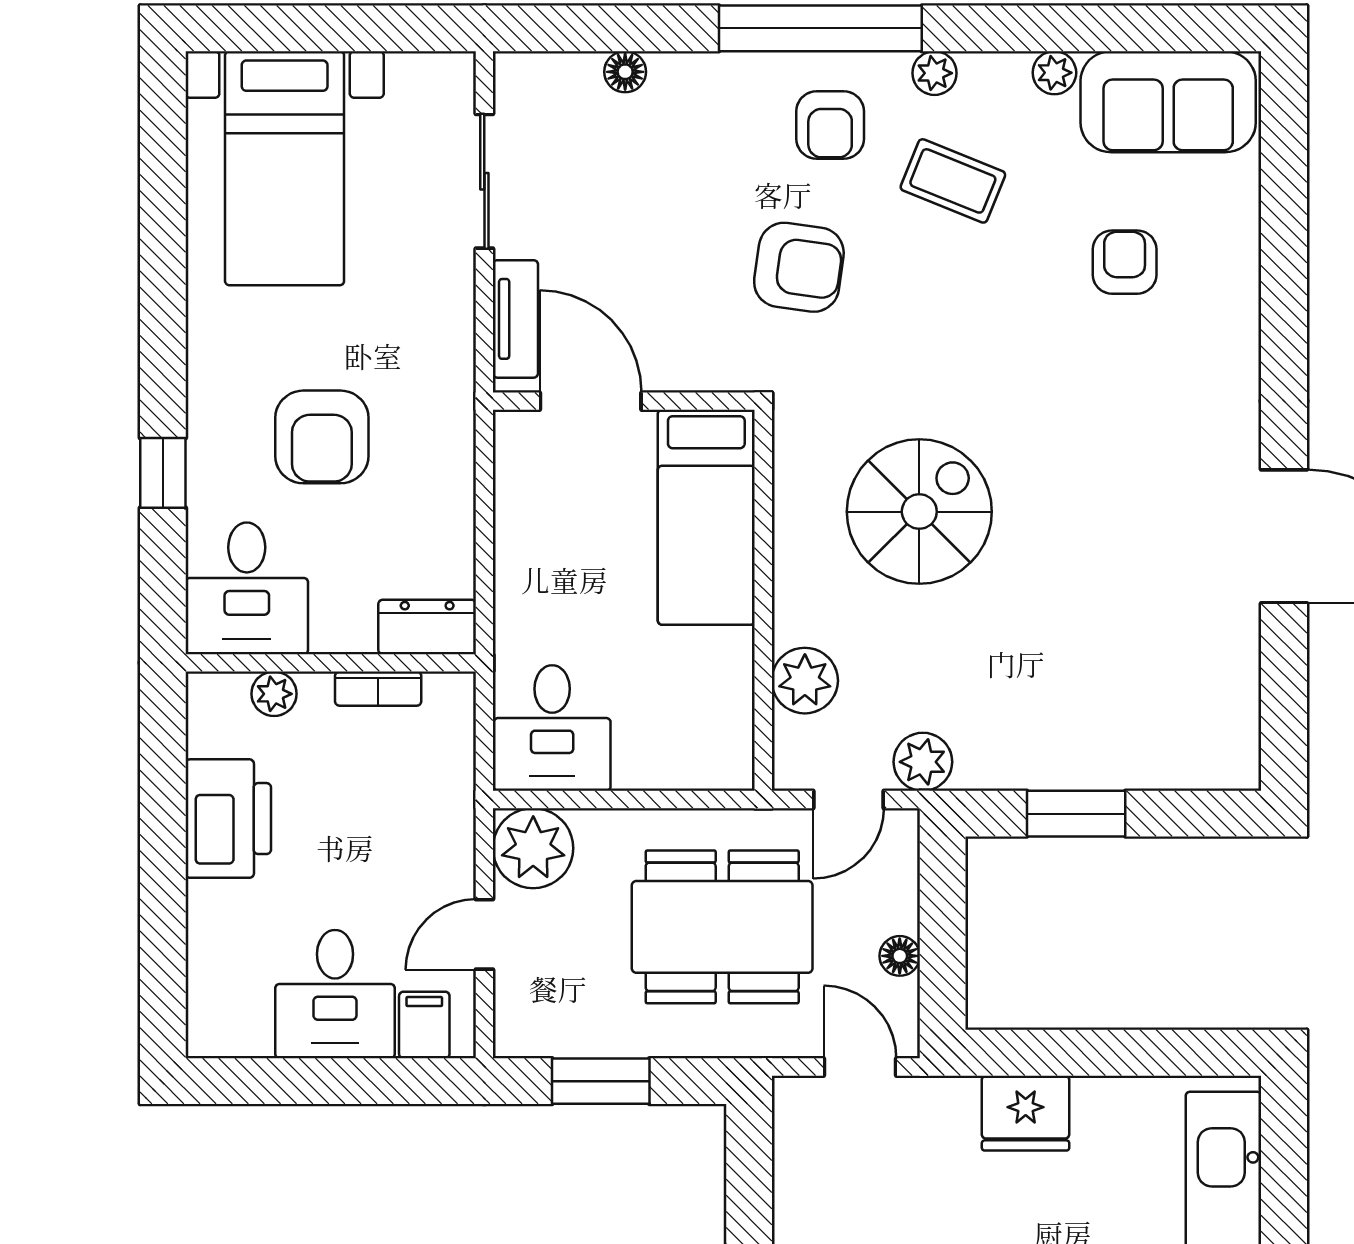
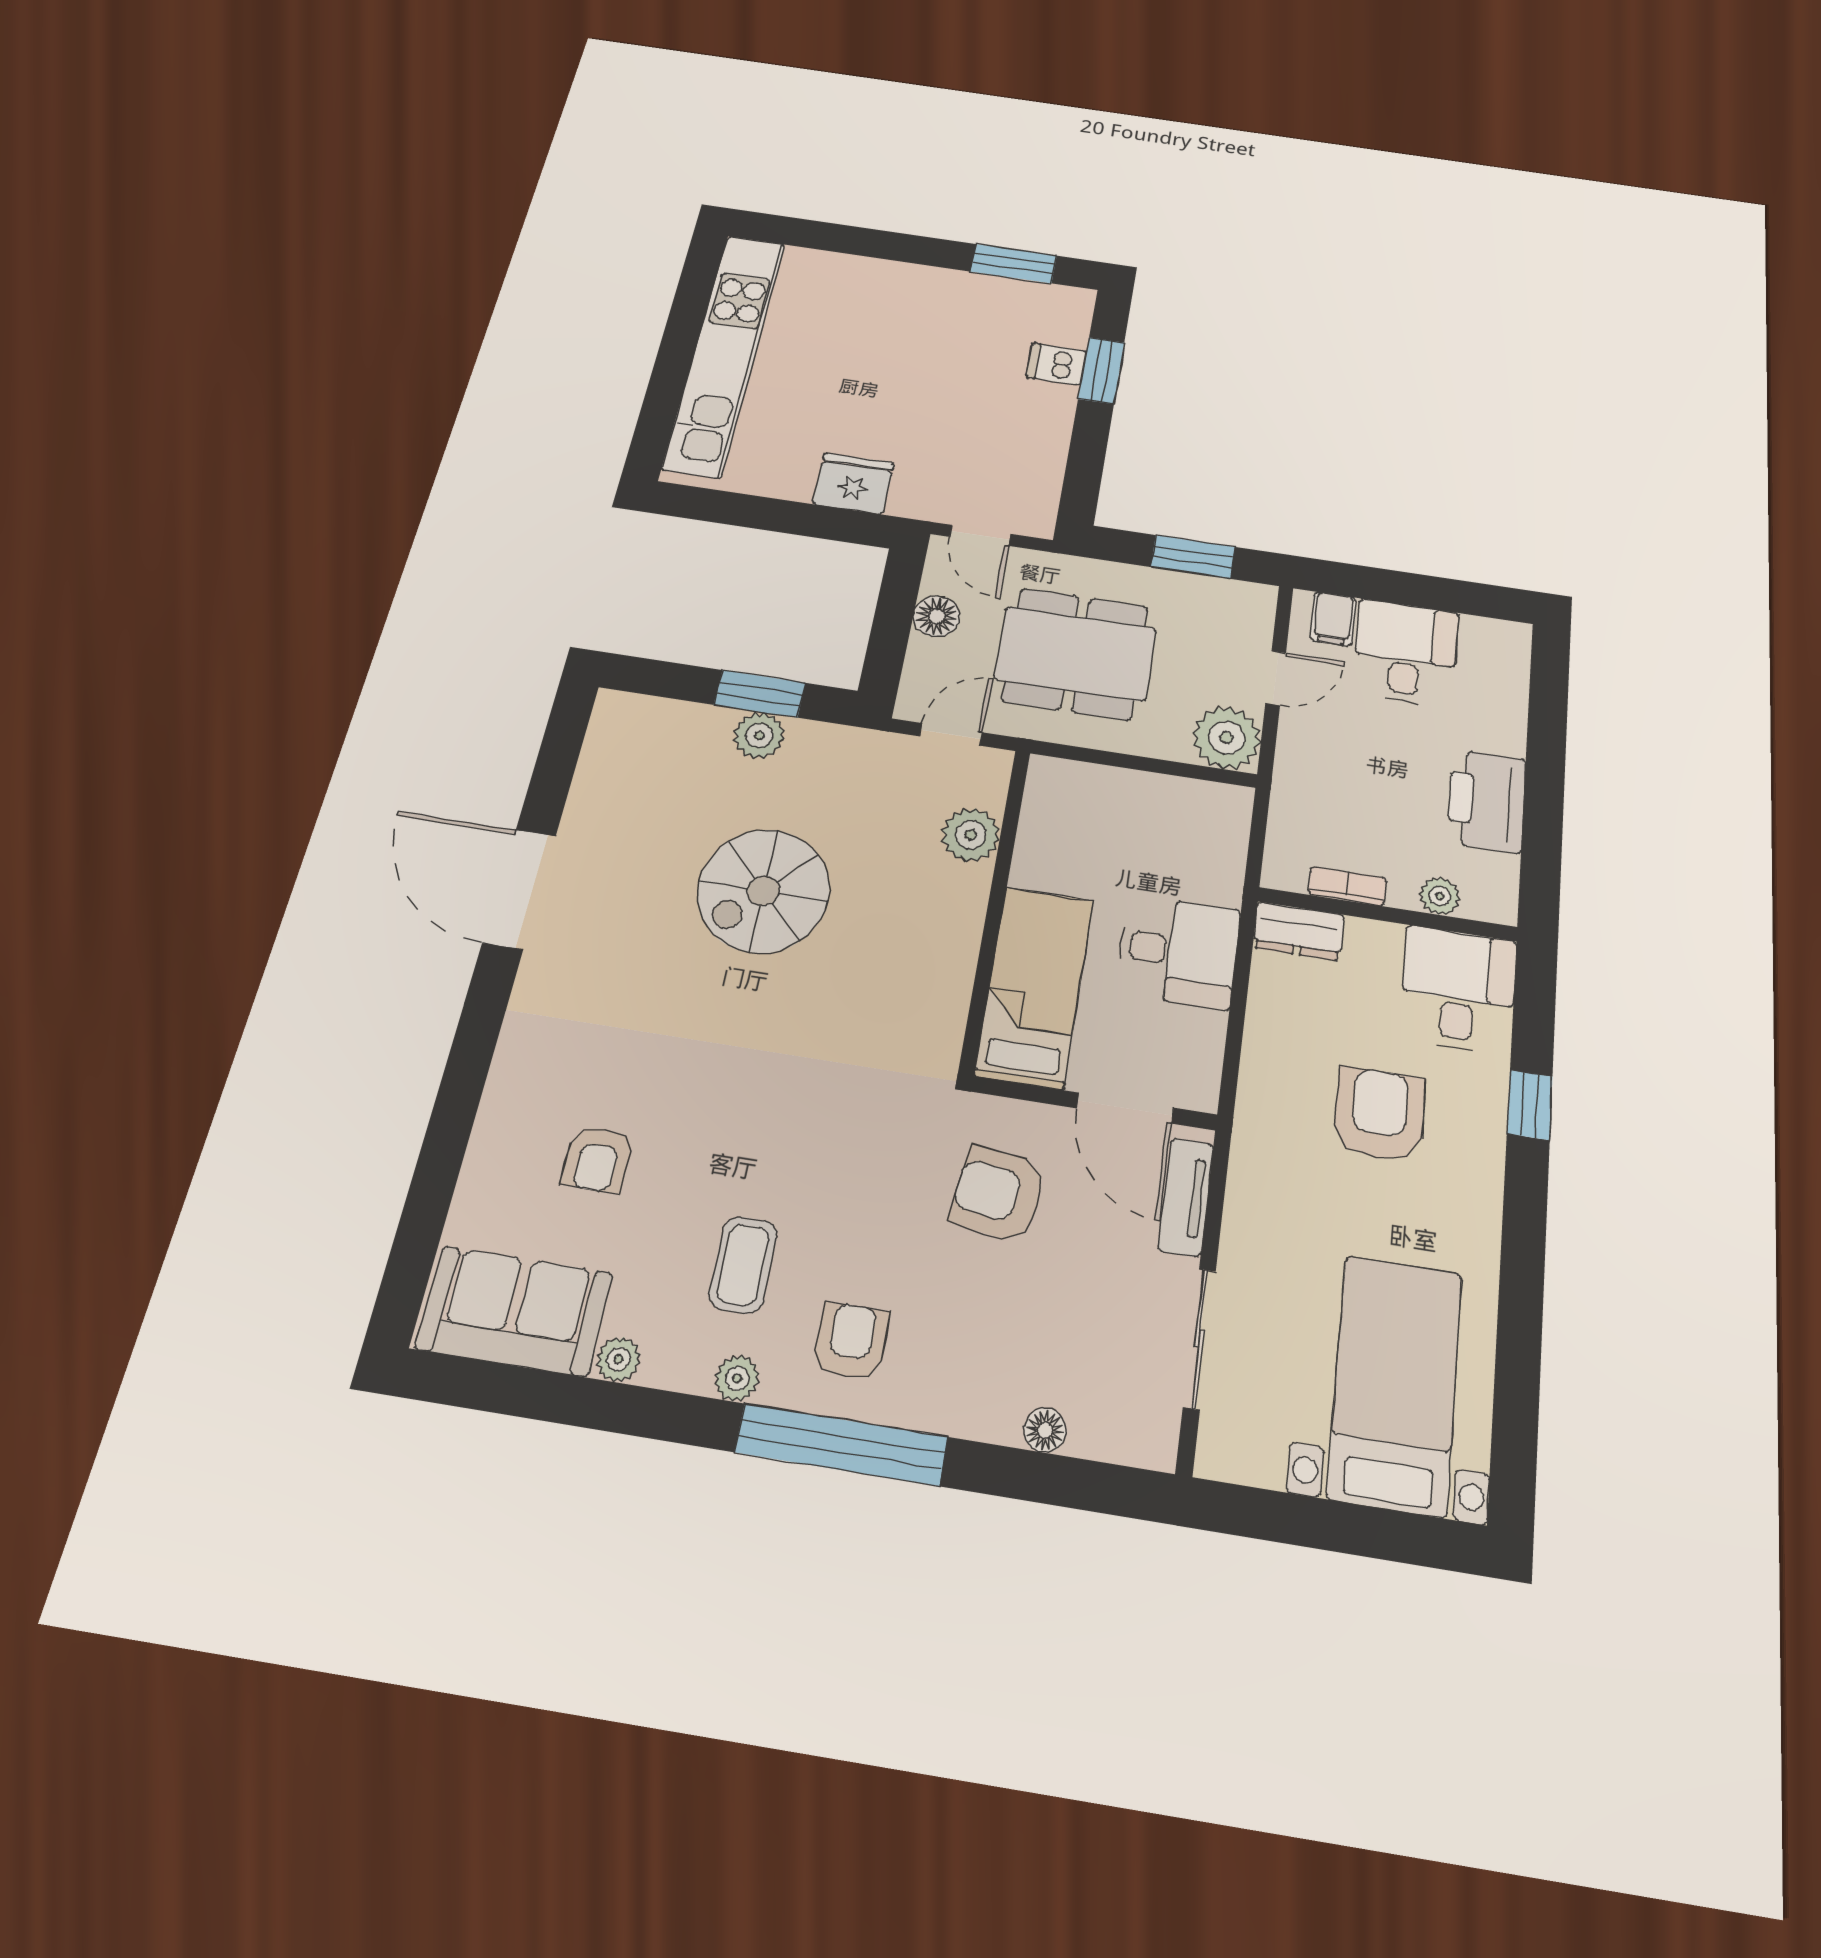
coffee table: (953, 181) -> (743, 1265), turned 68
armchair: (799, 267) -> (998, 1194), moved
spiral stairs: (919, 512) -> (764, 891), moved
desk: (552, 728) -> (1179, 952), moved, turned 90
plant: (923, 762) -> (759, 735), moved
floor lamp: (900, 956) -> (937, 616), width x1.37, depth x1.37

